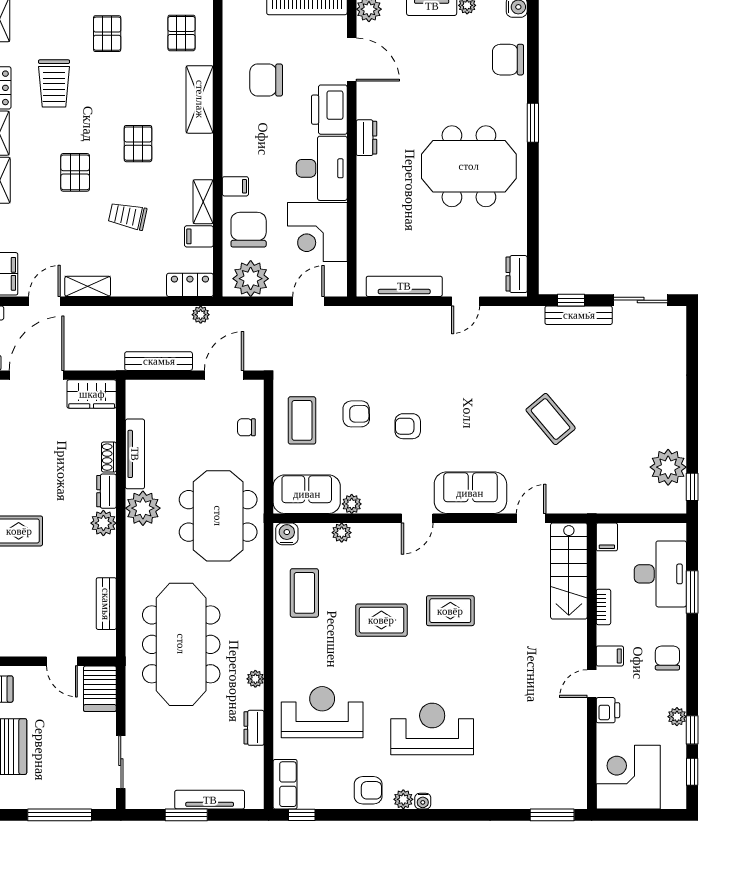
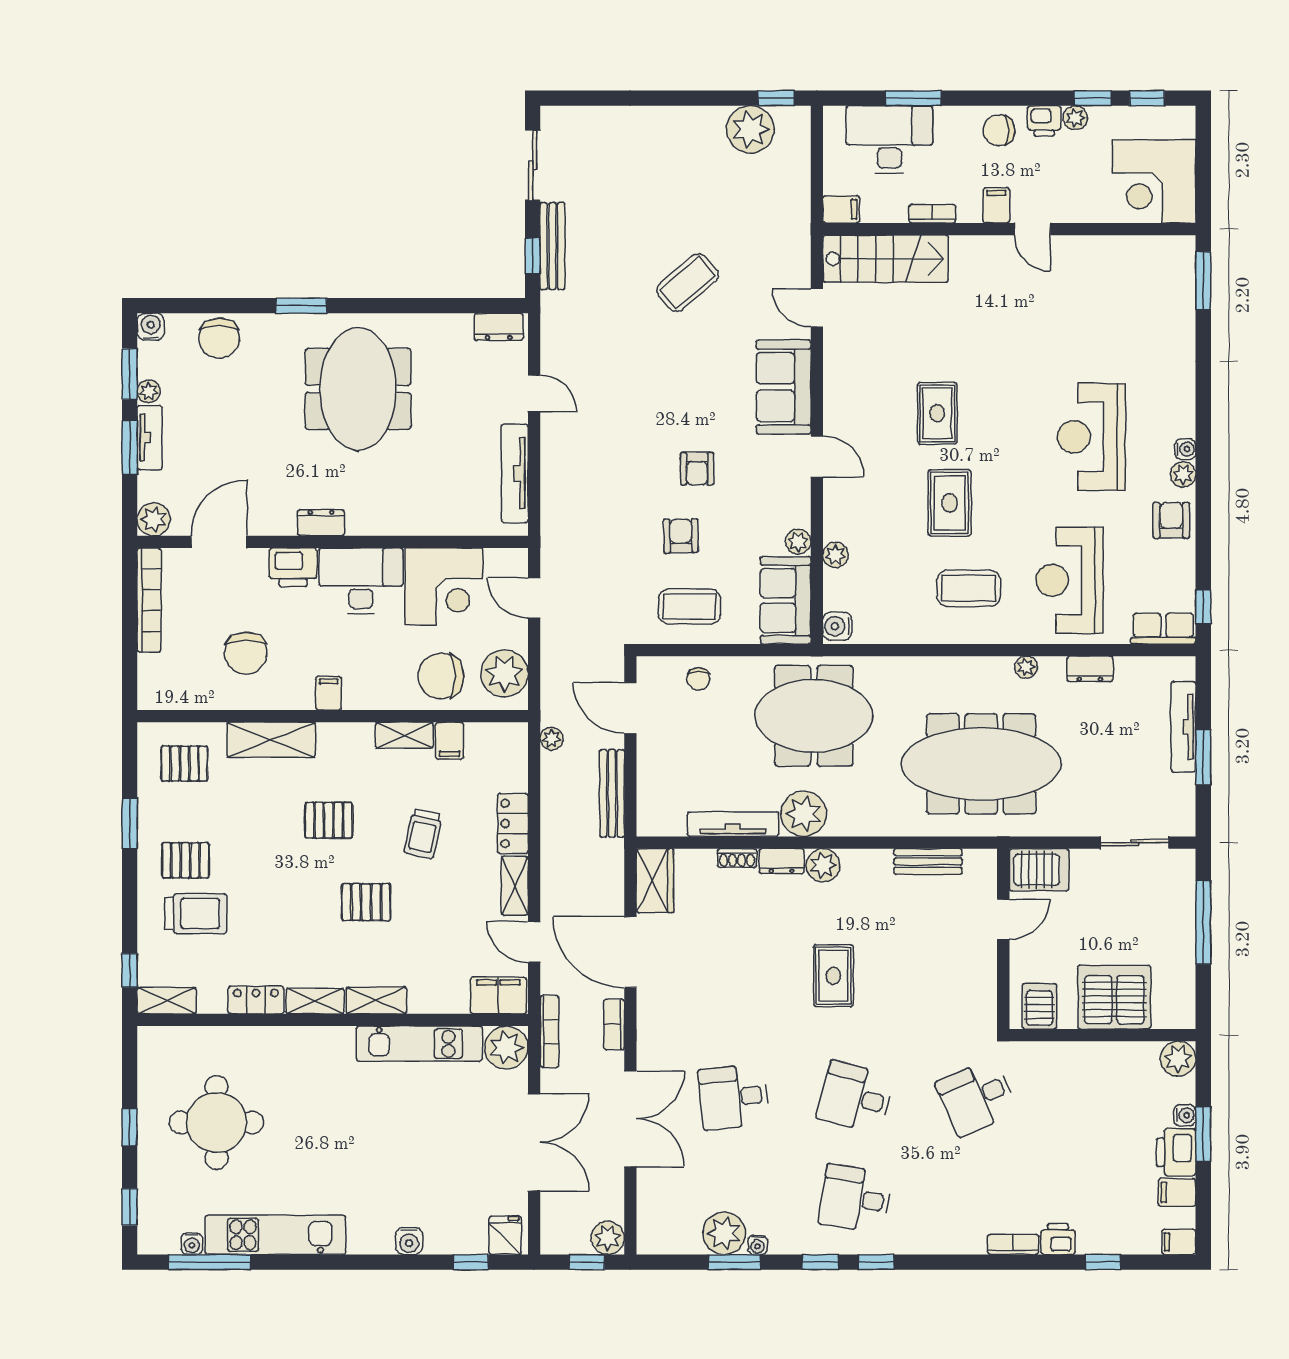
trolley: (54, 83) -> (196, 914), moved
printer: (329, 110) -> (293, 567), width x0.73, depth x0.84
filing cabinet: (235, 186) -> (328, 693), moved
locker: (190, 285) -> (513, 824), moved
coffee table: (304, 593) -> (969, 588), moved
printer: (608, 710) -> (1044, 121), moved, turned 180

